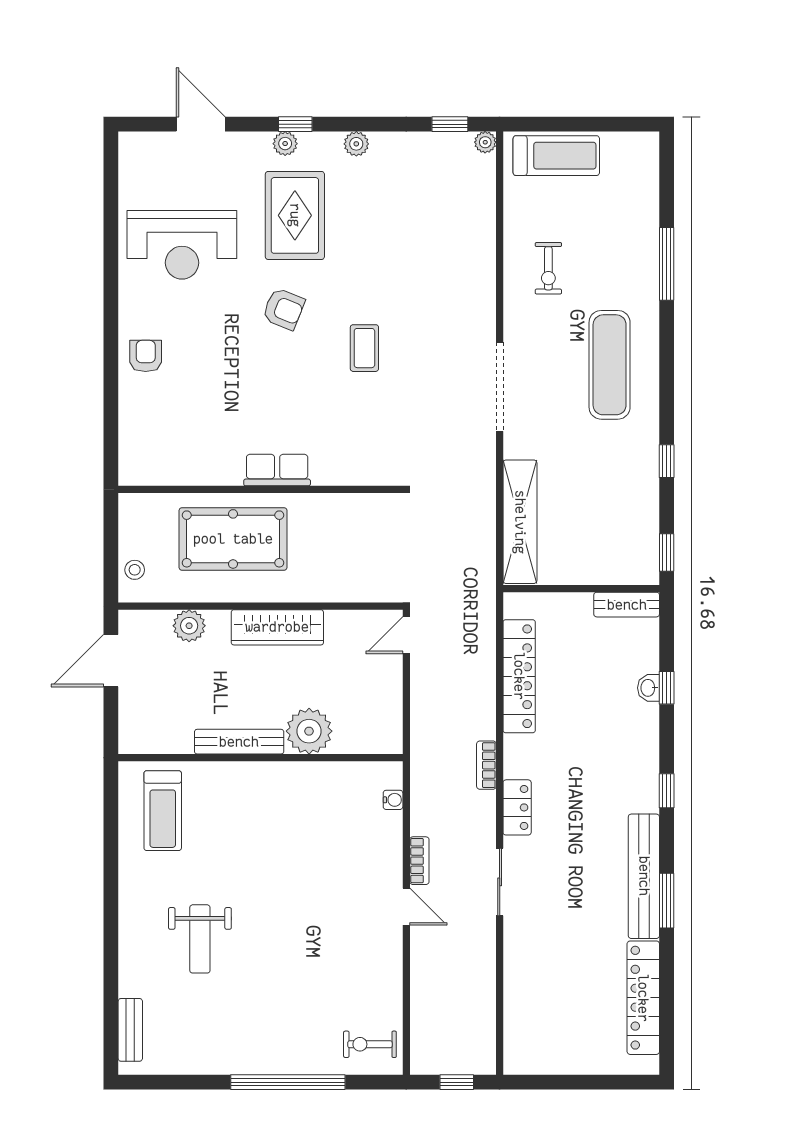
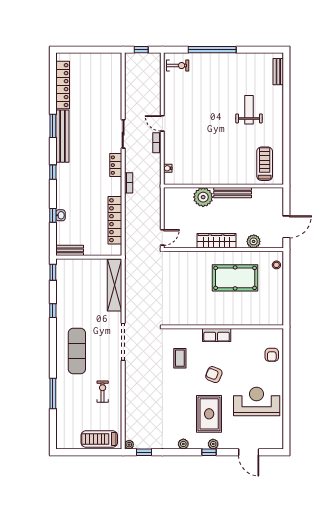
row of seats: (277, 470) -> (217, 335), moved
wall: (261, 489) -> (224, 327), moved

